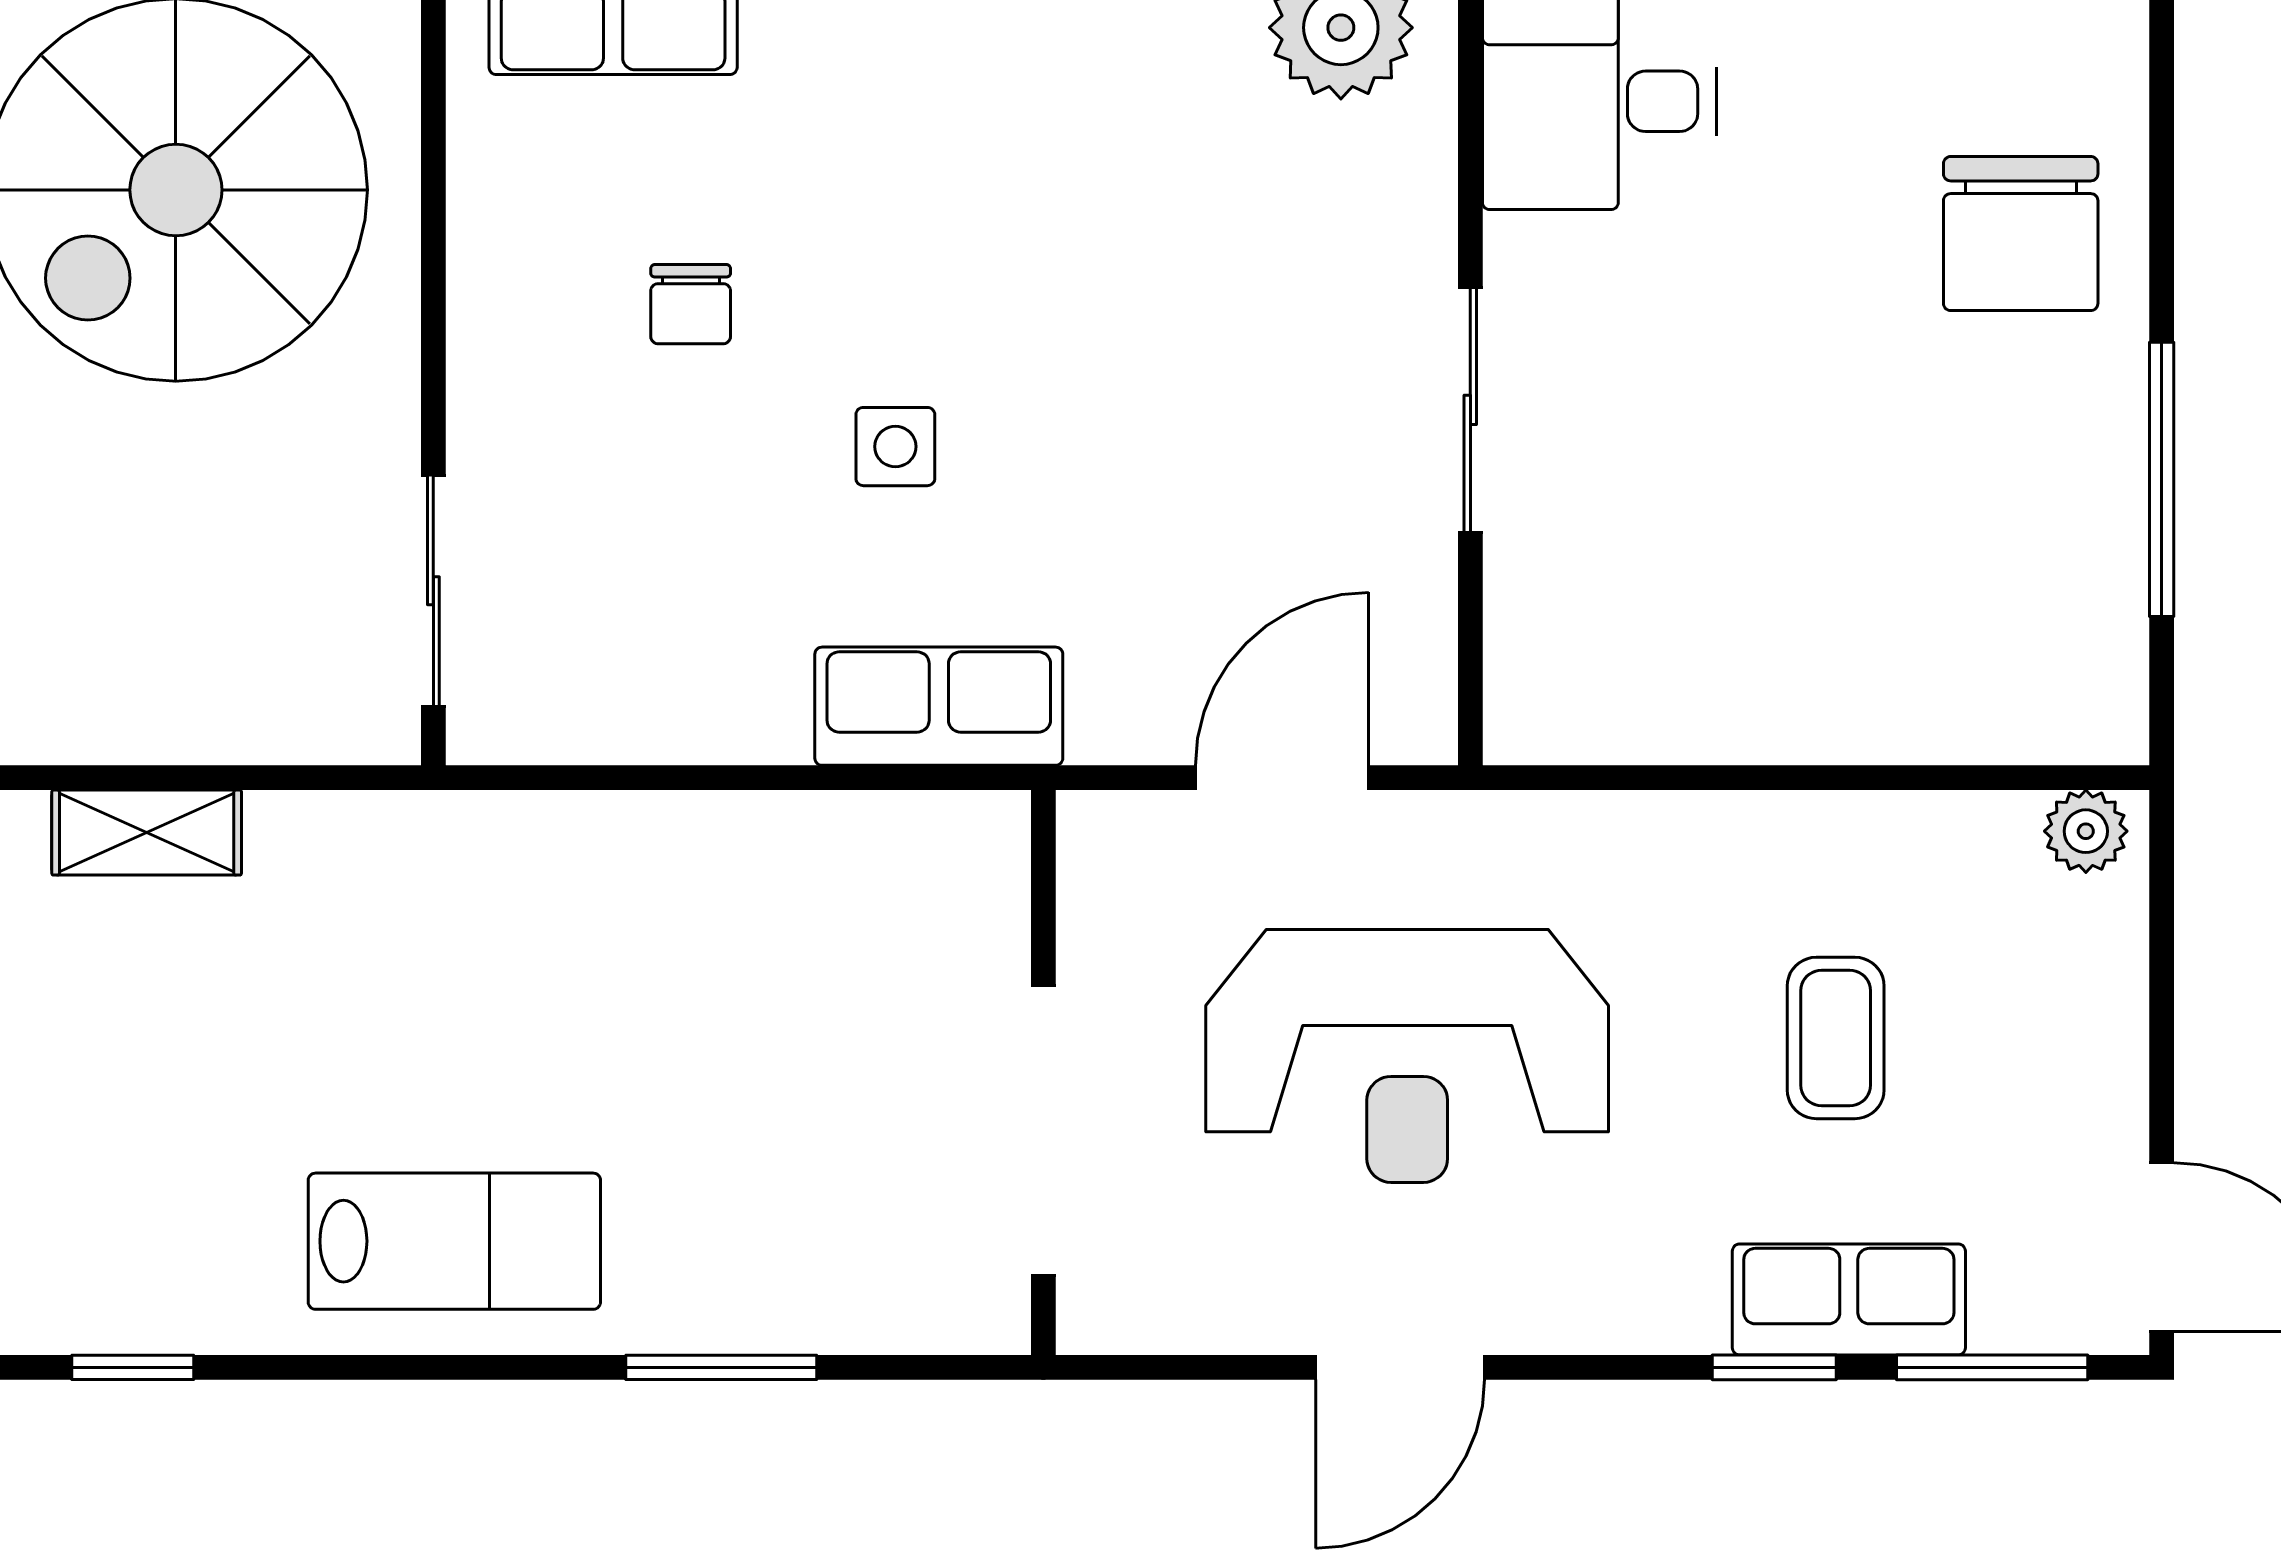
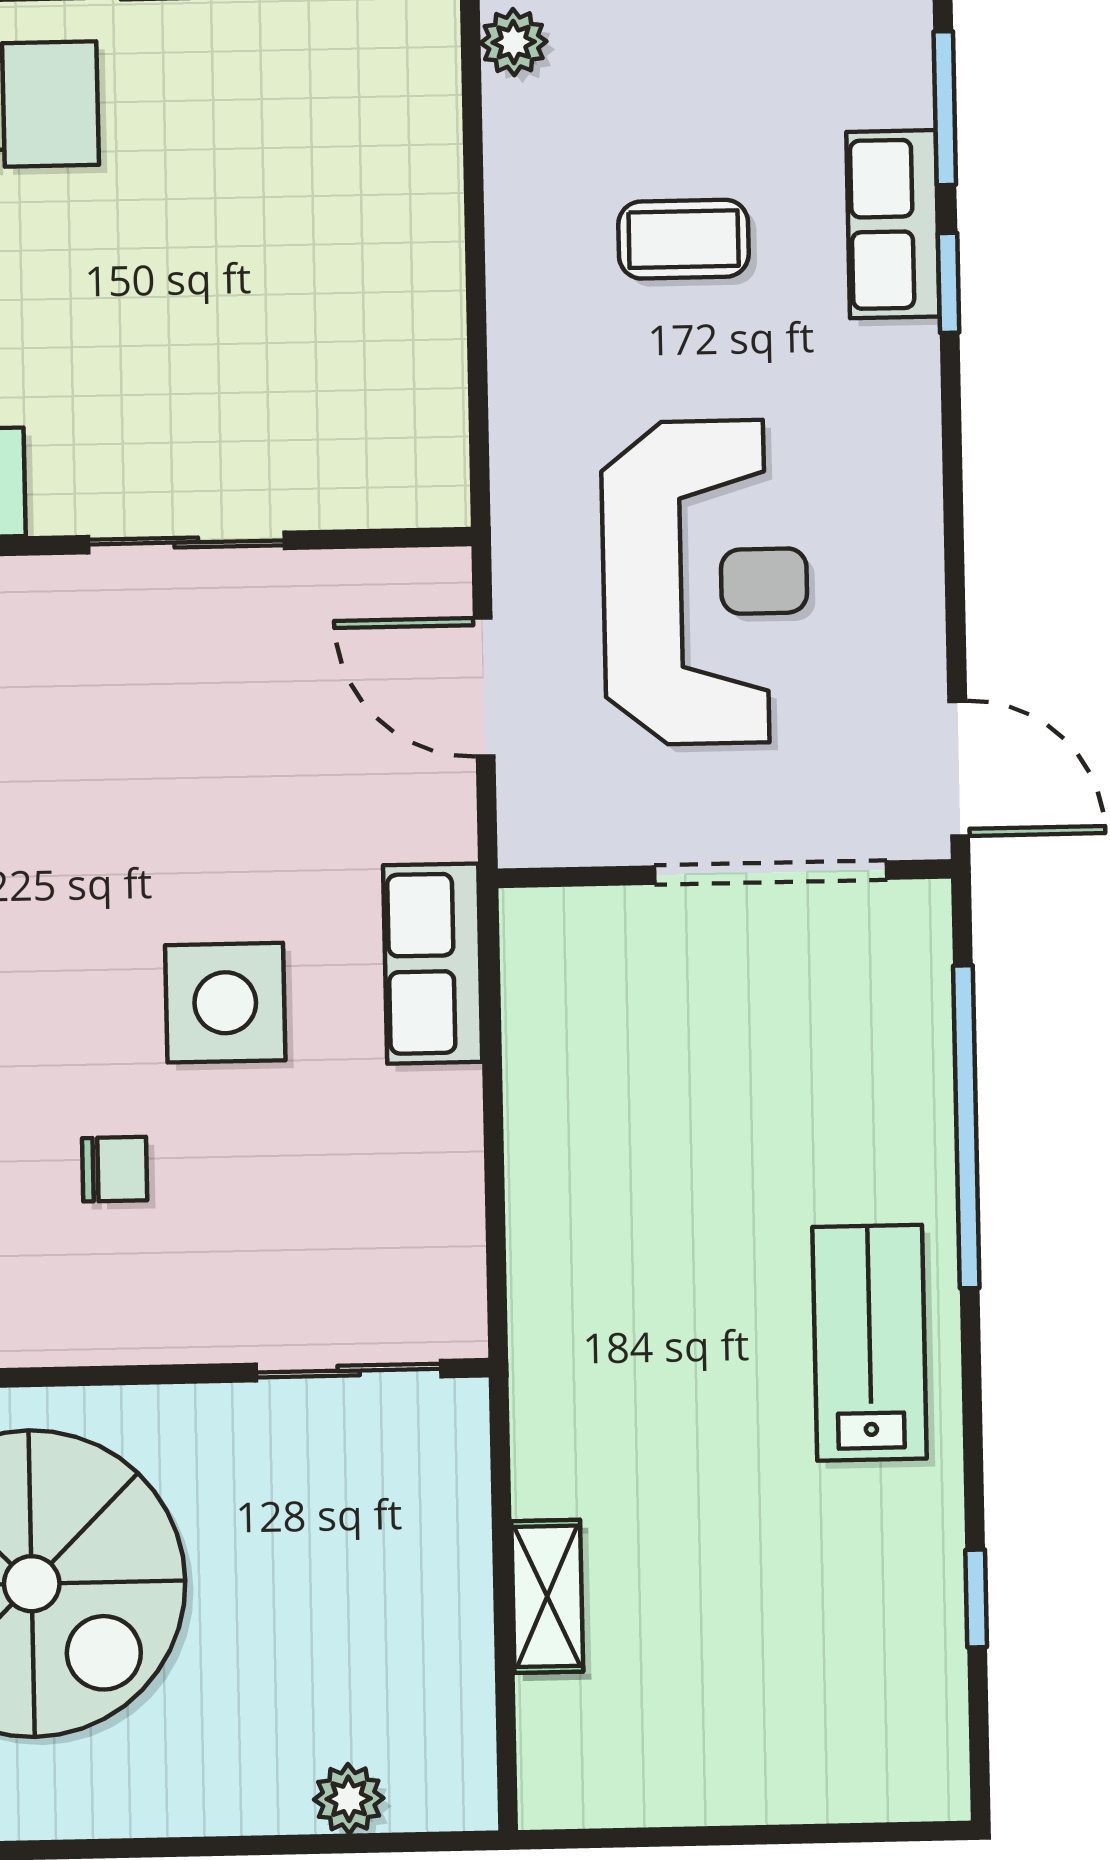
side table: (895, 447) -> (225, 1003), width x1.87, depth x1.87
window: (721, 1367) -> (966, 1127), width x2.11
door: (1400, 1367) -> (959, 769), moved

